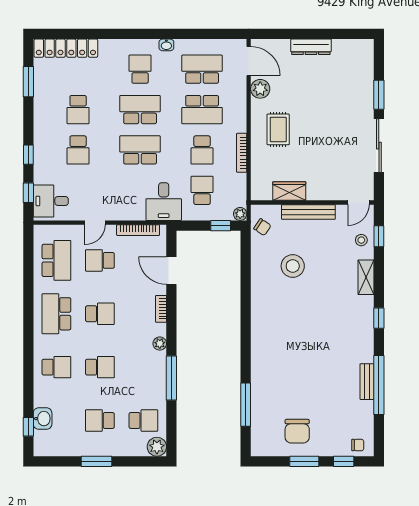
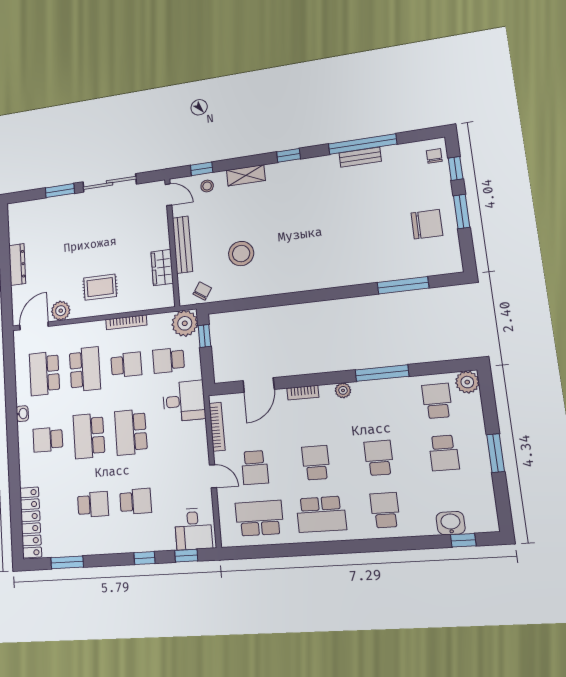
plant: (240, 214) -> (185, 323), width x1.88, depth x1.88

